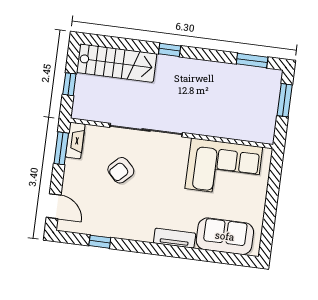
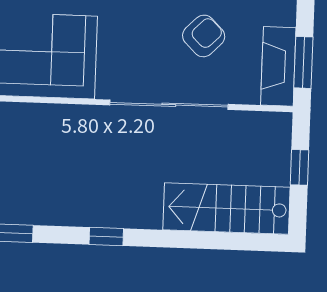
window: (170, 50) -> (106, 237), moved
fireplace: (75, 141) -> (278, 66), width x1.37, depth x1.32

